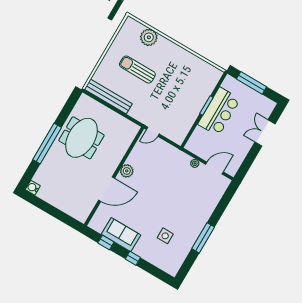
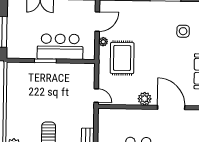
bar counter: (219, 111) -> (60, 47), moved
door: (215, 168) -> (97, 22), swing flipped
rug: (172, 172) -> (122, 58), added

